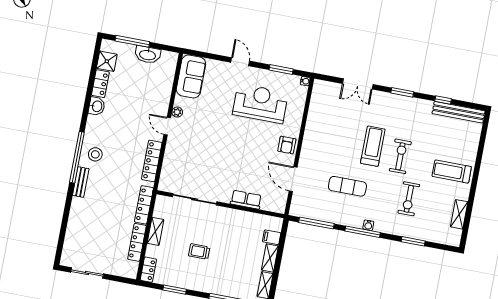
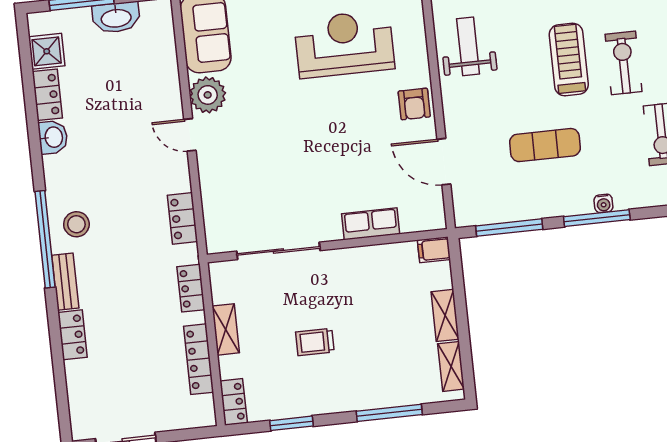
plant: (177, 112) -> (208, 95), width x1.88, depth x1.88
weight bench: (323, 124) -> (468, 46), added
locker: (152, 161) -> (182, 218), width x0.66
locker: (144, 205) -> (191, 288), width x0.66
locker: (76, 210) -> (73, 335), added
filing cabinet: (272, 237) -> (434, 250), moved

